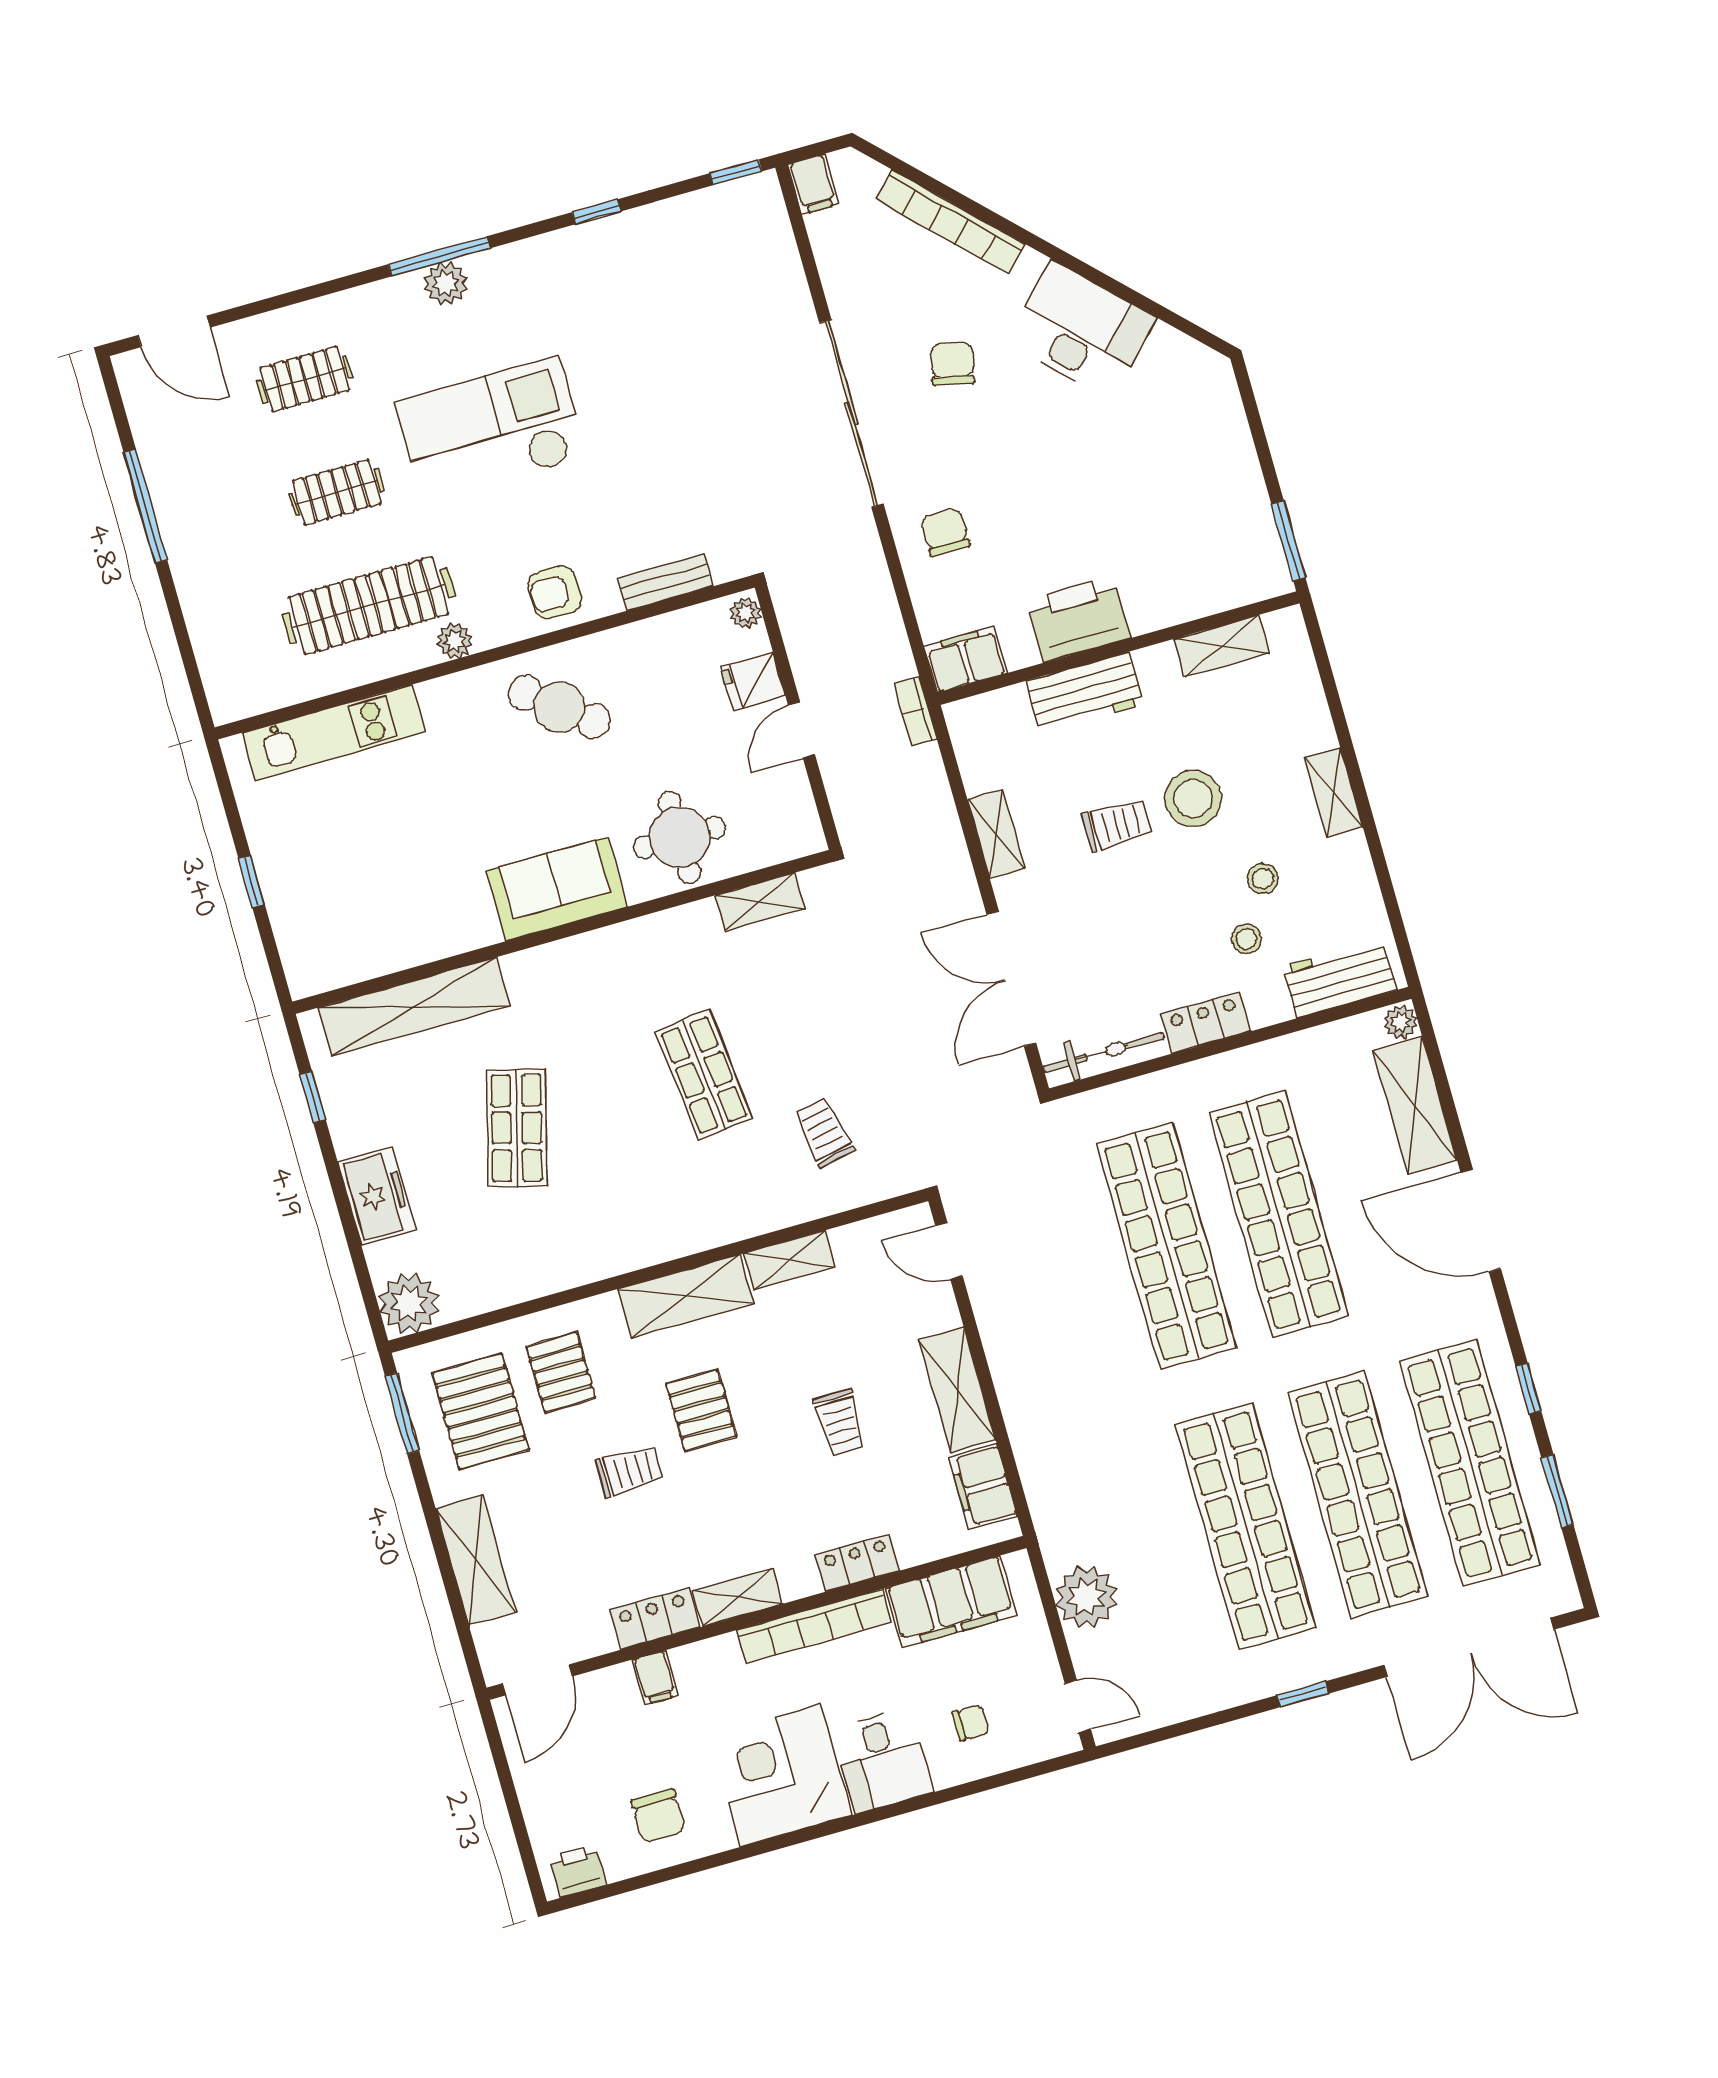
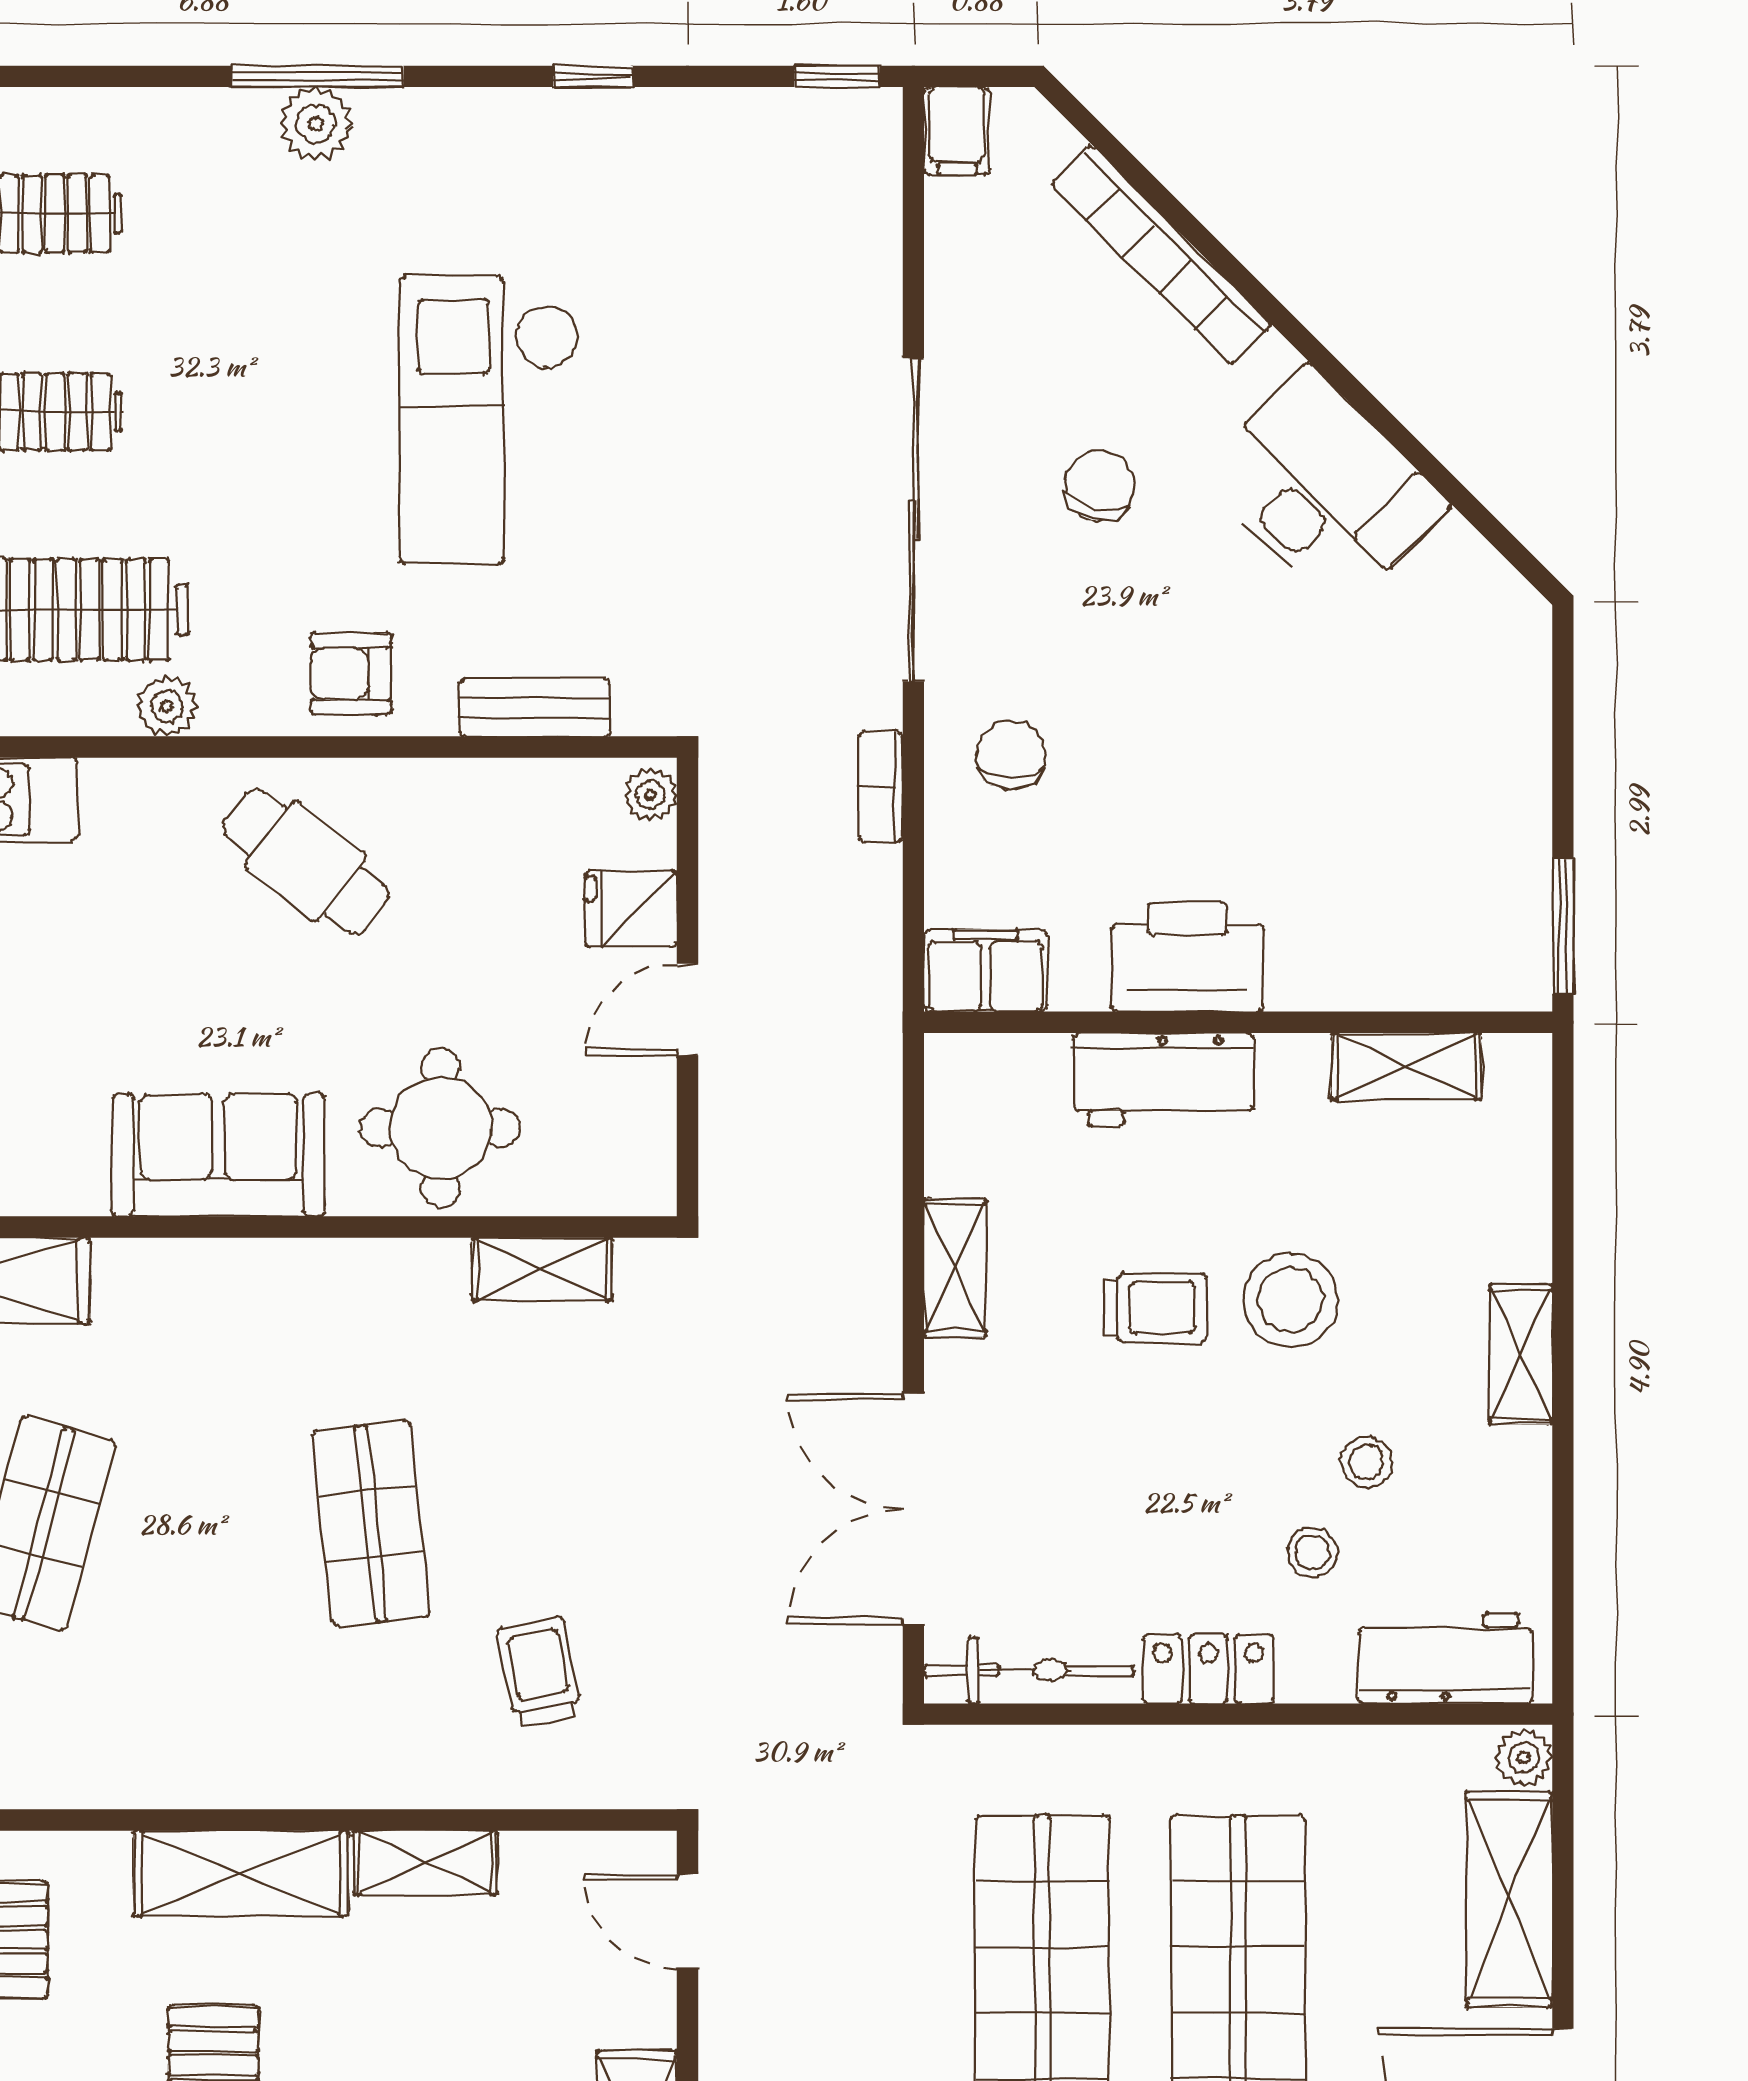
checkout: (491, 430) -> (489, 420), moved, turned -90
bookcase: (916, 711) -> (881, 787), moved

